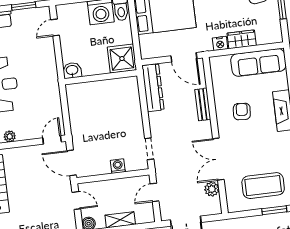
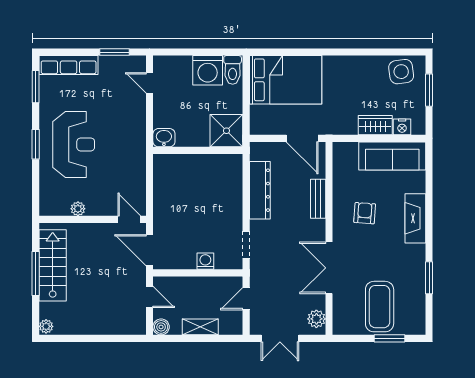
door: (55, 28) -> (150, 83), hinge flipped
nightstand: (220, 43) -> (402, 127), moved
dresser: (153, 88) -> (260, 190), moved
door: (52, 140) -> (129, 219), hinge flipped
coffee table: (263, 186) -> (380, 307), turned 90
plant: (212, 189) -> (316, 319), moved

